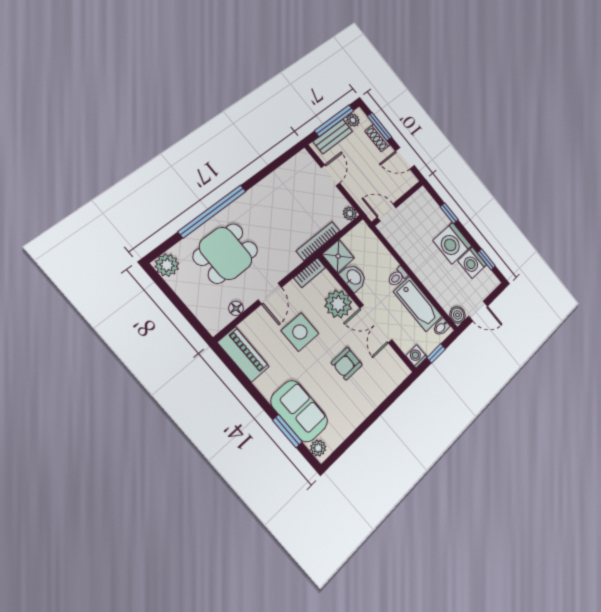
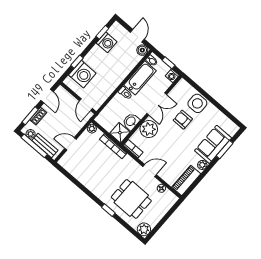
window: (212, 211) -> (108, 210), width x0.32
washing machine: (452, 243) -> (82, 74), moved
side table: (300, 332) -> (197, 103), moved
armchair: (347, 364) -> (183, 120), turned 180
plant: (318, 448) -> (202, 165), moved

